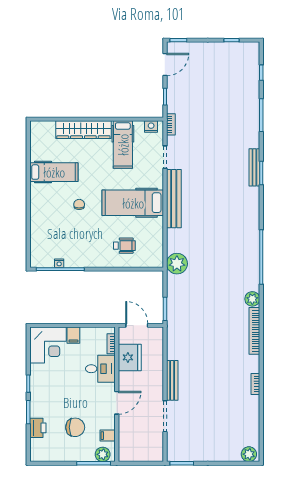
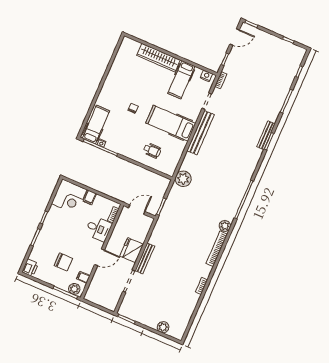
hospital bed: (54, 172) -> (96, 124), moved, turned -90
door: (137, 325) -> (137, 210), hinge flipped
fridge: (130, 357) -> (132, 250), moved, turned 180
printer: (38, 428) -> (30, 268), moved
plant: (249, 454) -> (163, 327), moved

